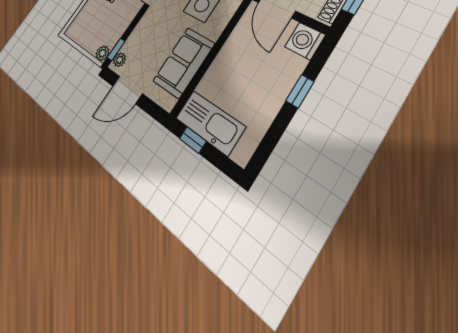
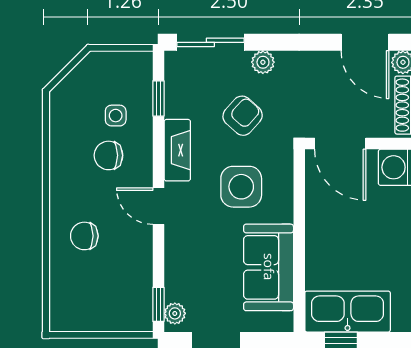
plant: (103, 53) -> (141, 320), removed

